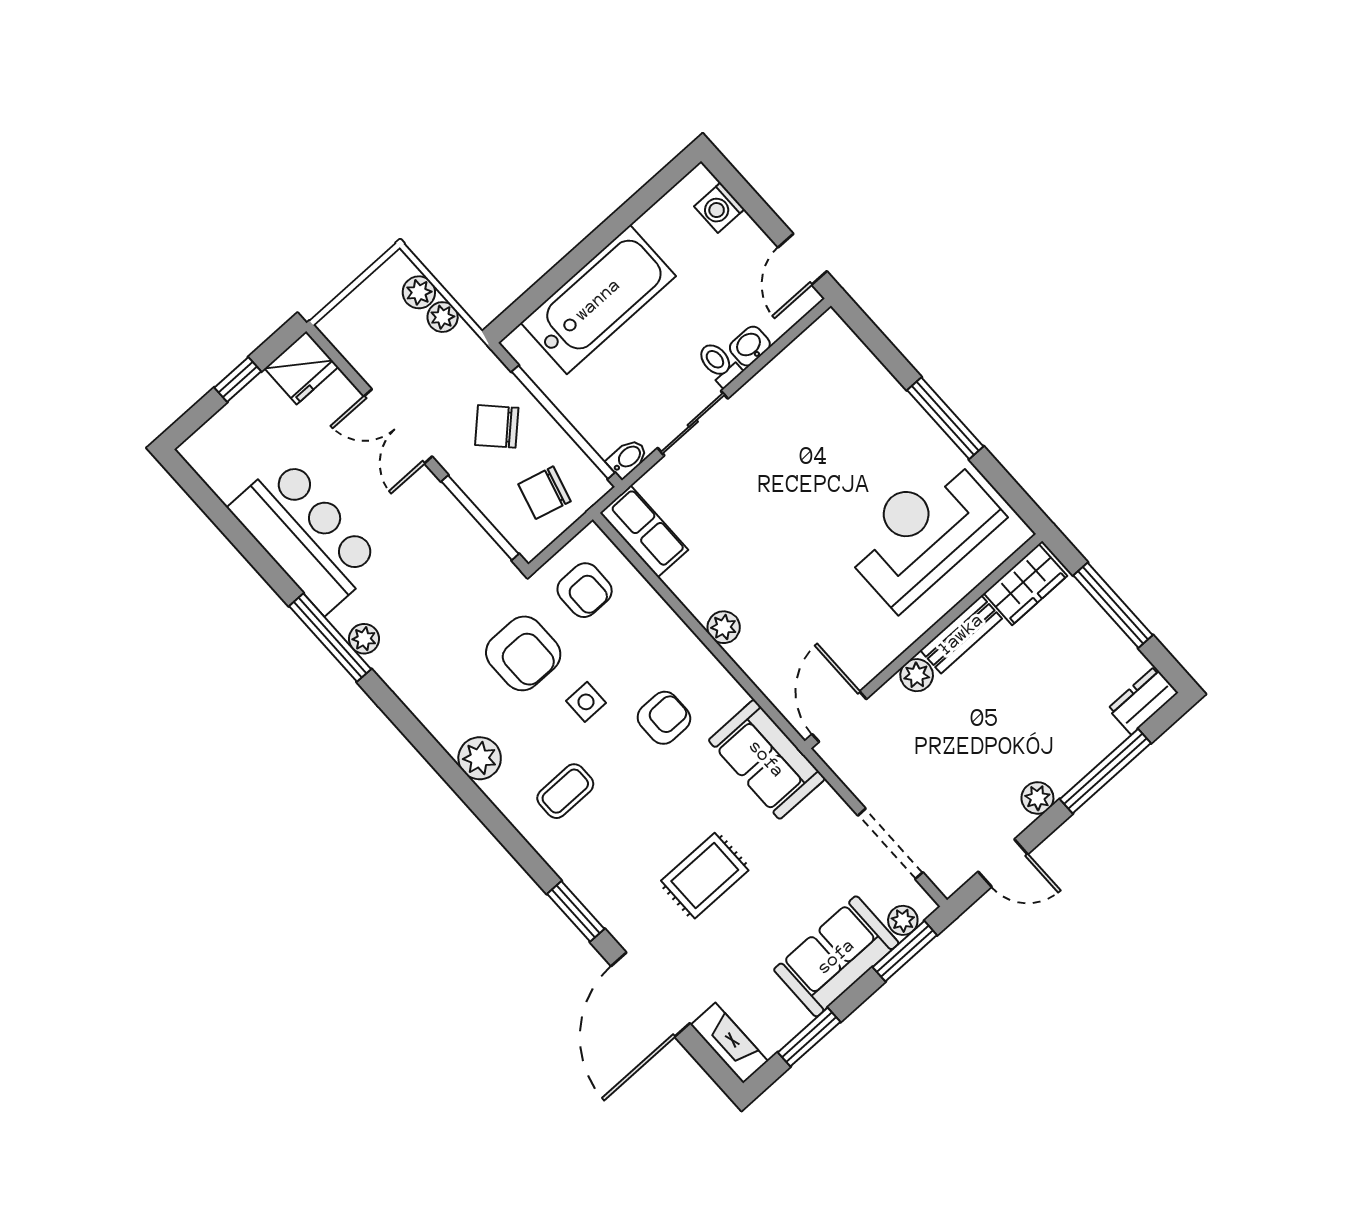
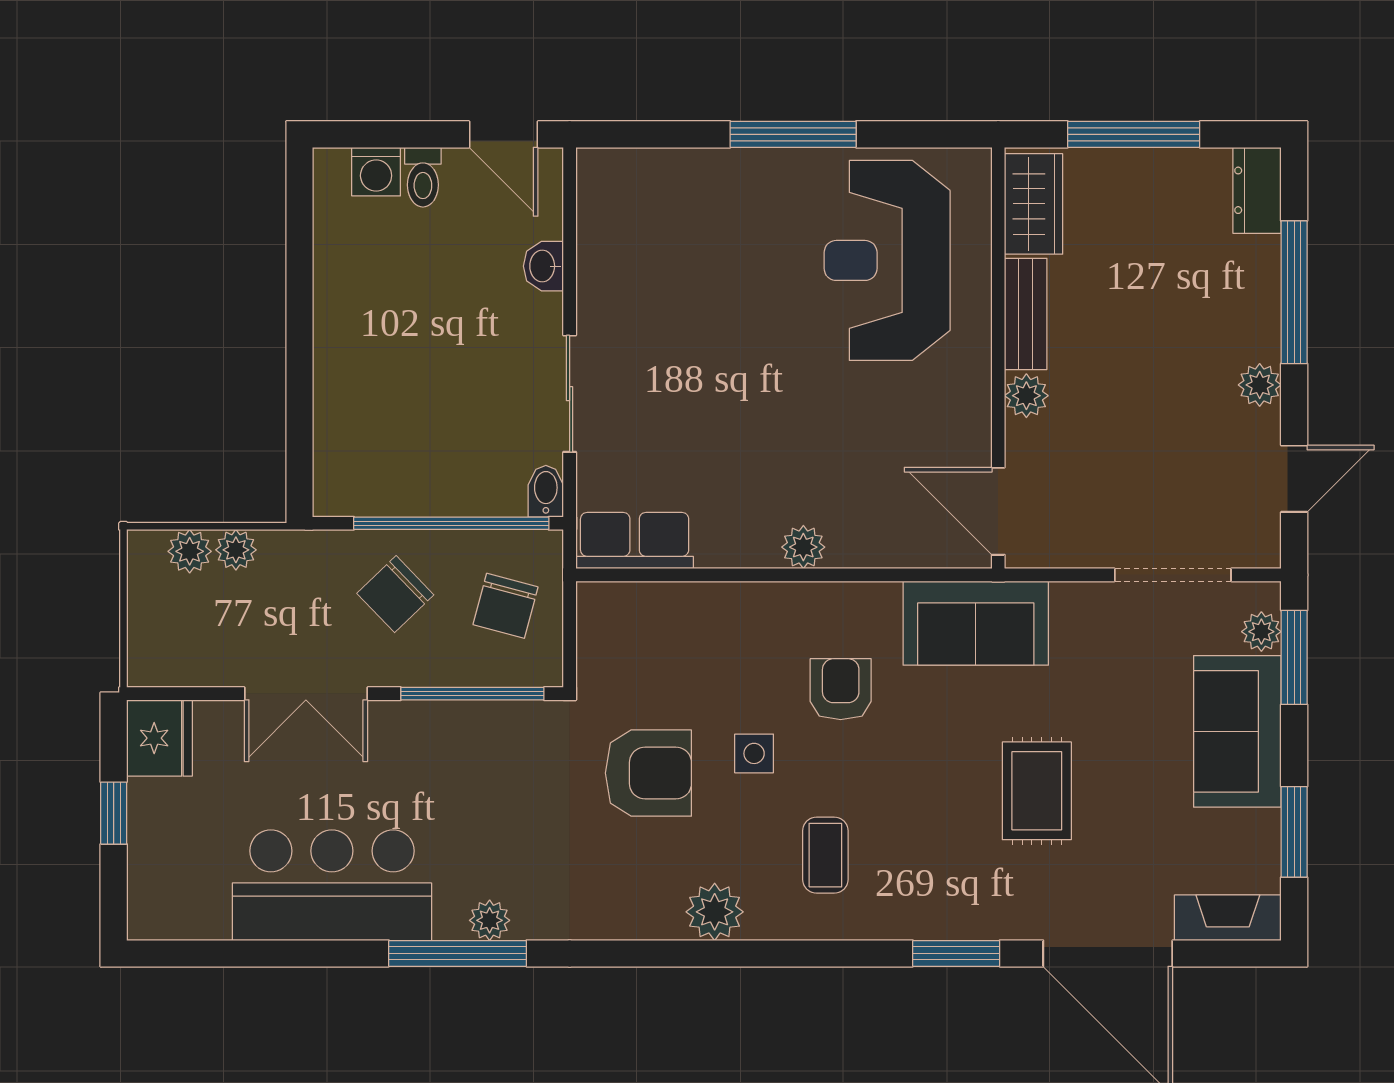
bathtub: (598, 299) -> (359, 377), removed
toilet: (719, 364) -> (423, 177), moved, turned -90
armchair: (585, 590) -> (640, 654), removed

